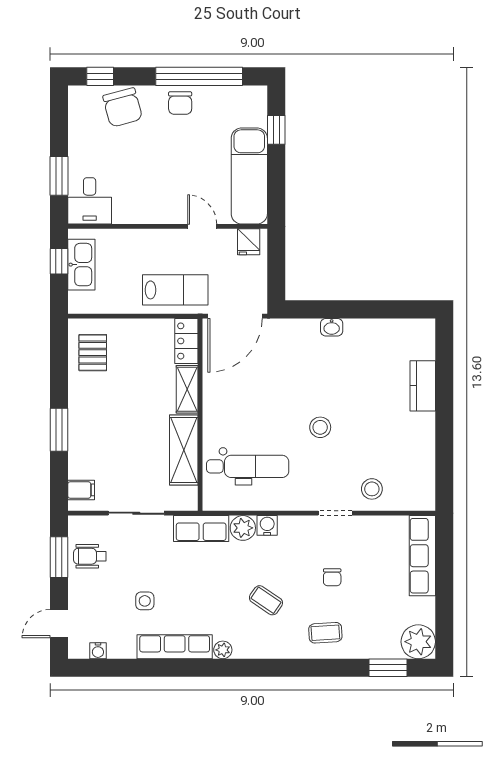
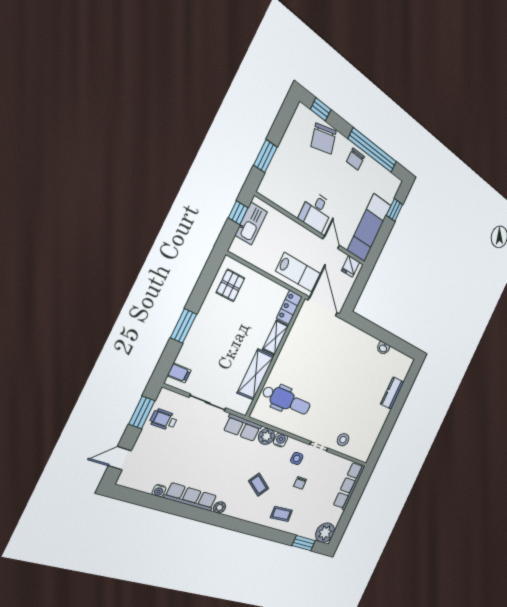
desk: (90, 201) -> (316, 212), moved
door: (235, 316) -> (323, 307), swing flipped
washbasin: (332, 327) -> (383, 348), moved
stool: (320, 427) -> (335, 394), removed
side table: (145, 601) -> (297, 458), moved
water cooler: (98, 651) -> (159, 491), moved

